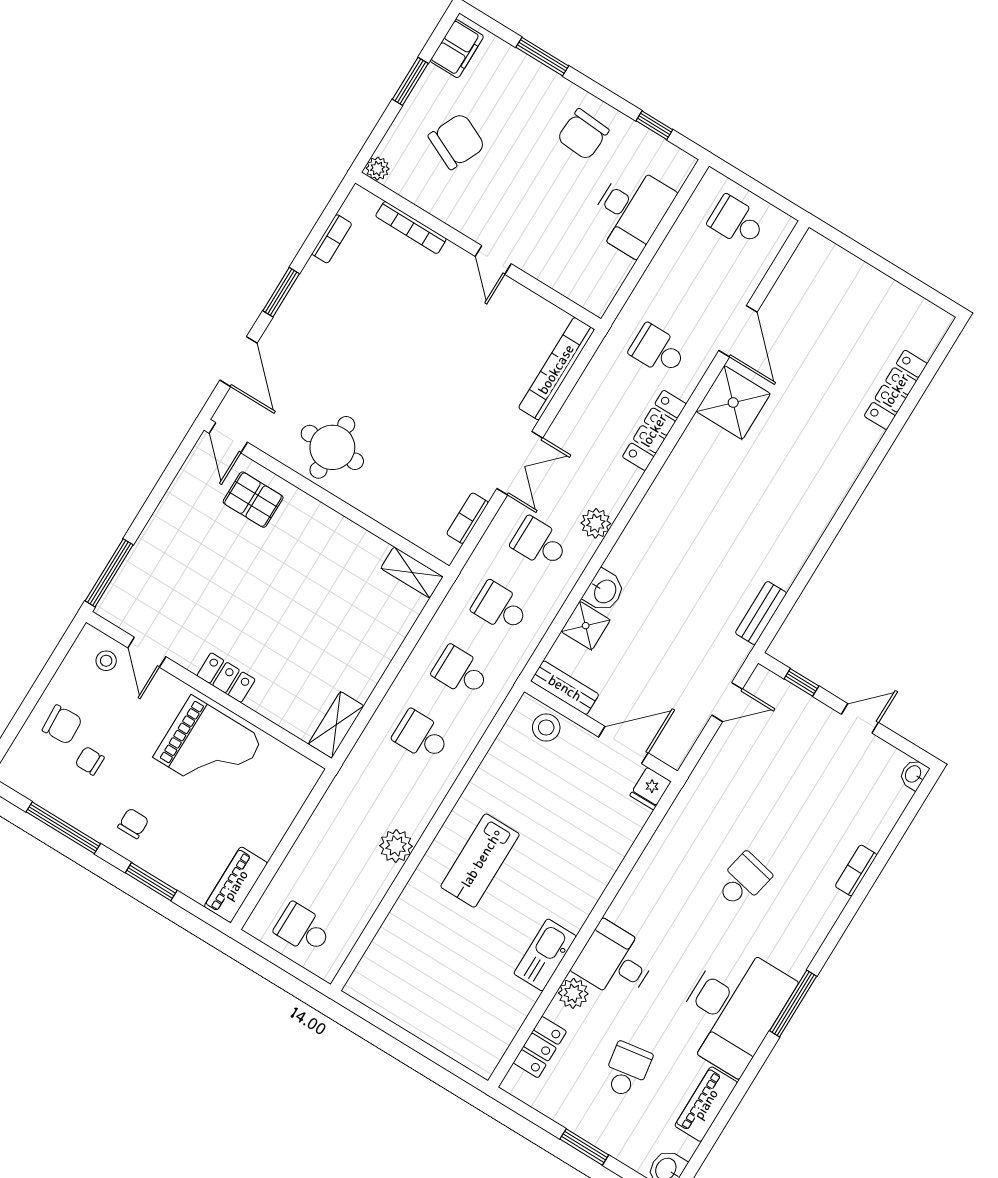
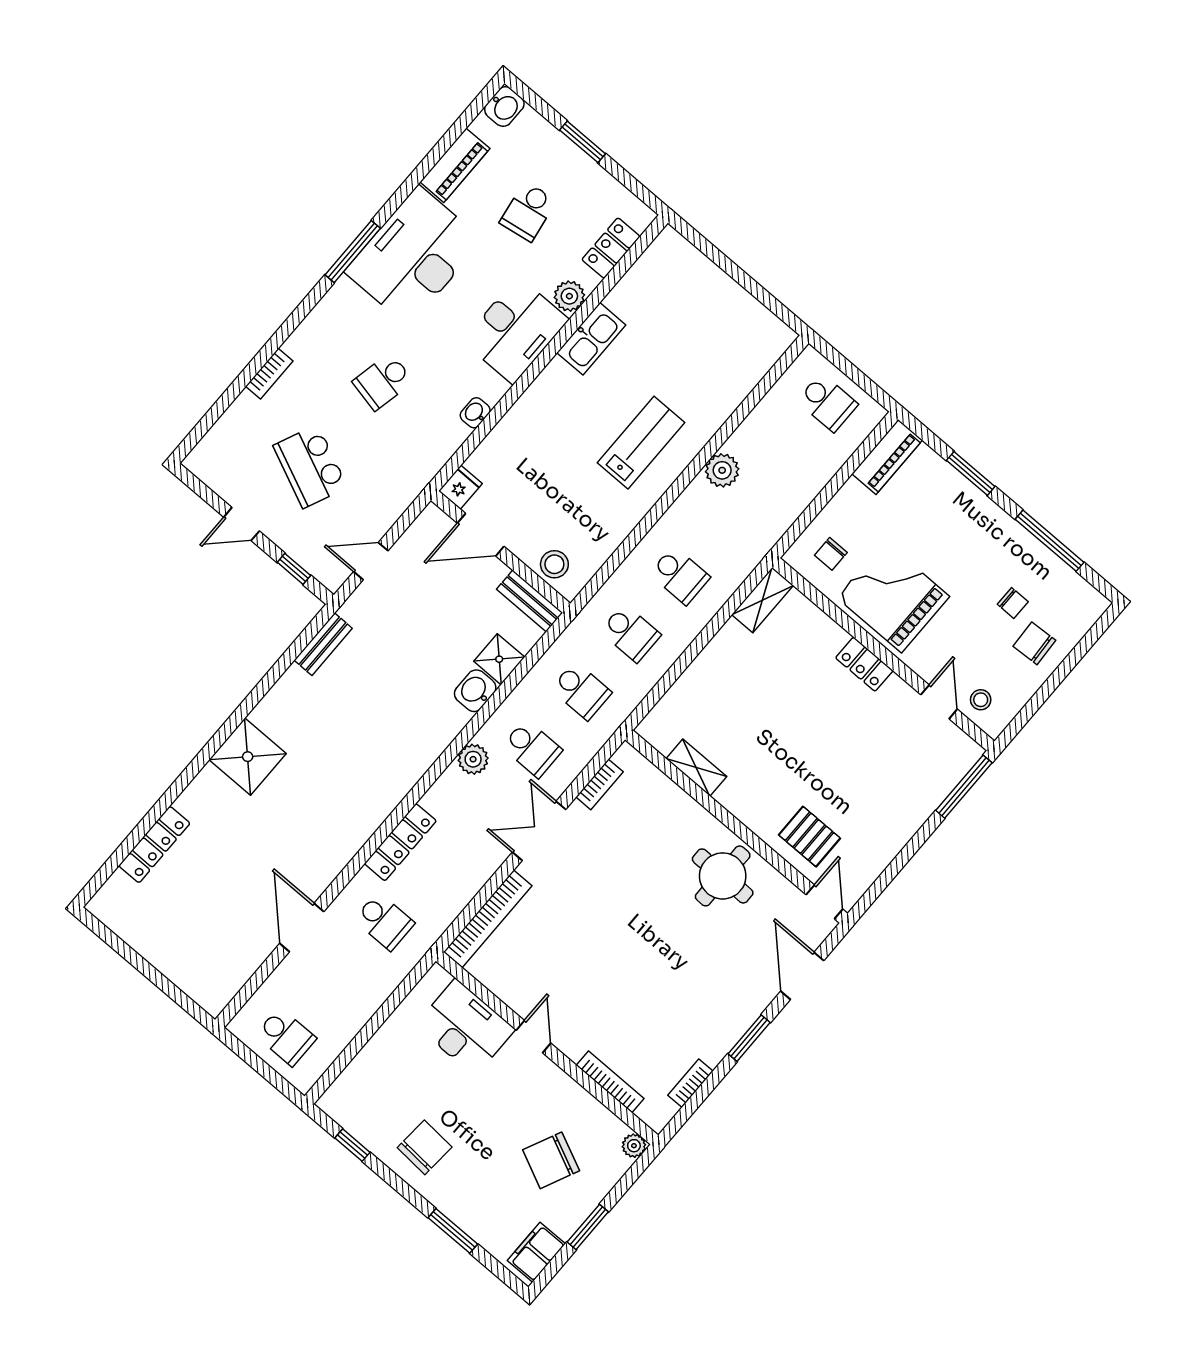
desk: (631, 210) -> (465, 1027), moved, turned 90
shower: (733, 403) -> (248, 757), moved
shelving: (412, 572) -> (696, 768), moved
washbasin: (914, 774) -> (475, 413), moved, turned 180
school desk: (801, 786) -> (310, 467), added
chair: (133, 823) -> (831, 554), moved
desk: (615, 961) -> (515, 330), width x1.37

